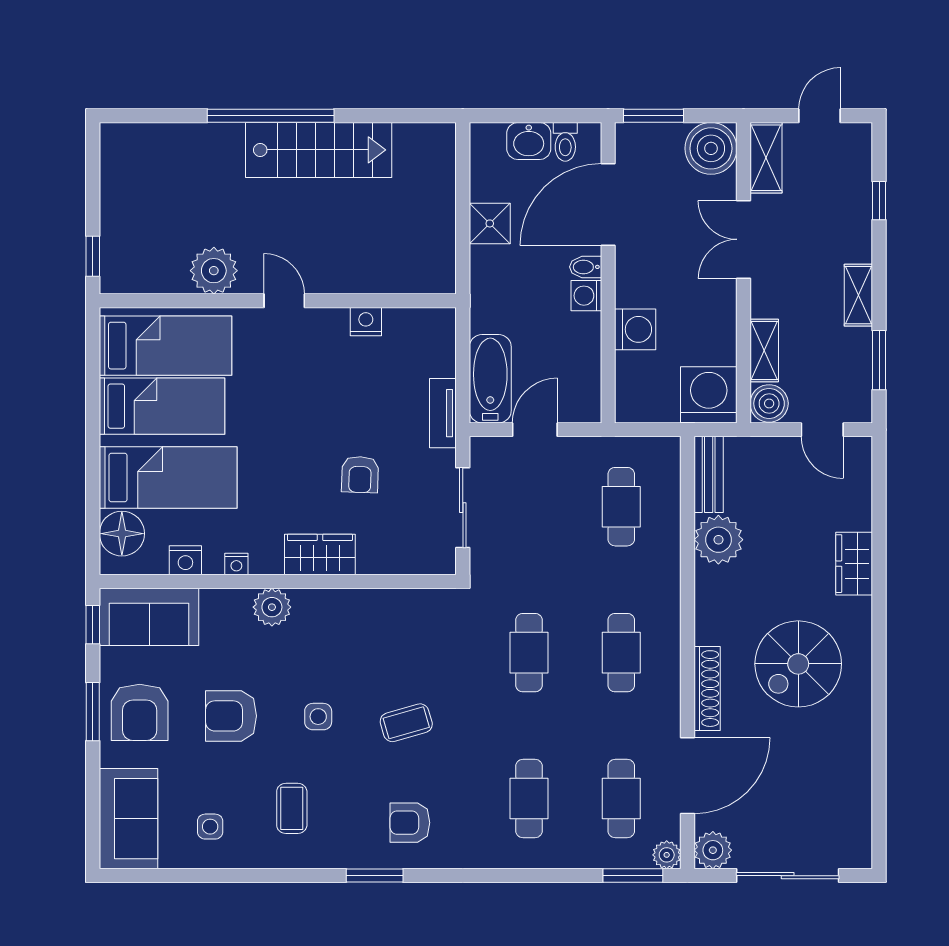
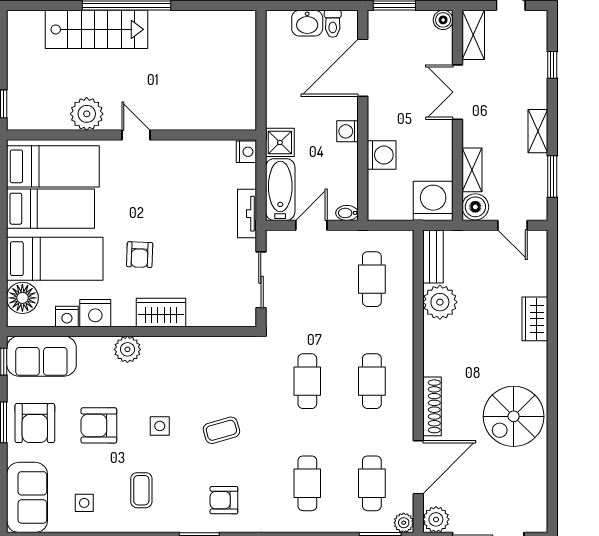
boiler: (711, 148) -> (443, 20), width x0.54, depth x0.54
stairs: (319, 150) -> (97, 29), moved
shower: (490, 223) -> (280, 142), moved
bidet: (586, 267) -> (347, 213), moved
nightstand: (366, 322) -> (246, 152), moved, turned 90
armchair: (360, 474) -> (140, 255), moved
nightstand: (236, 564) -> (95, 313), width x1.89, depth x1.79
spiral stairs: (798, 664) -> (514, 416), moved

